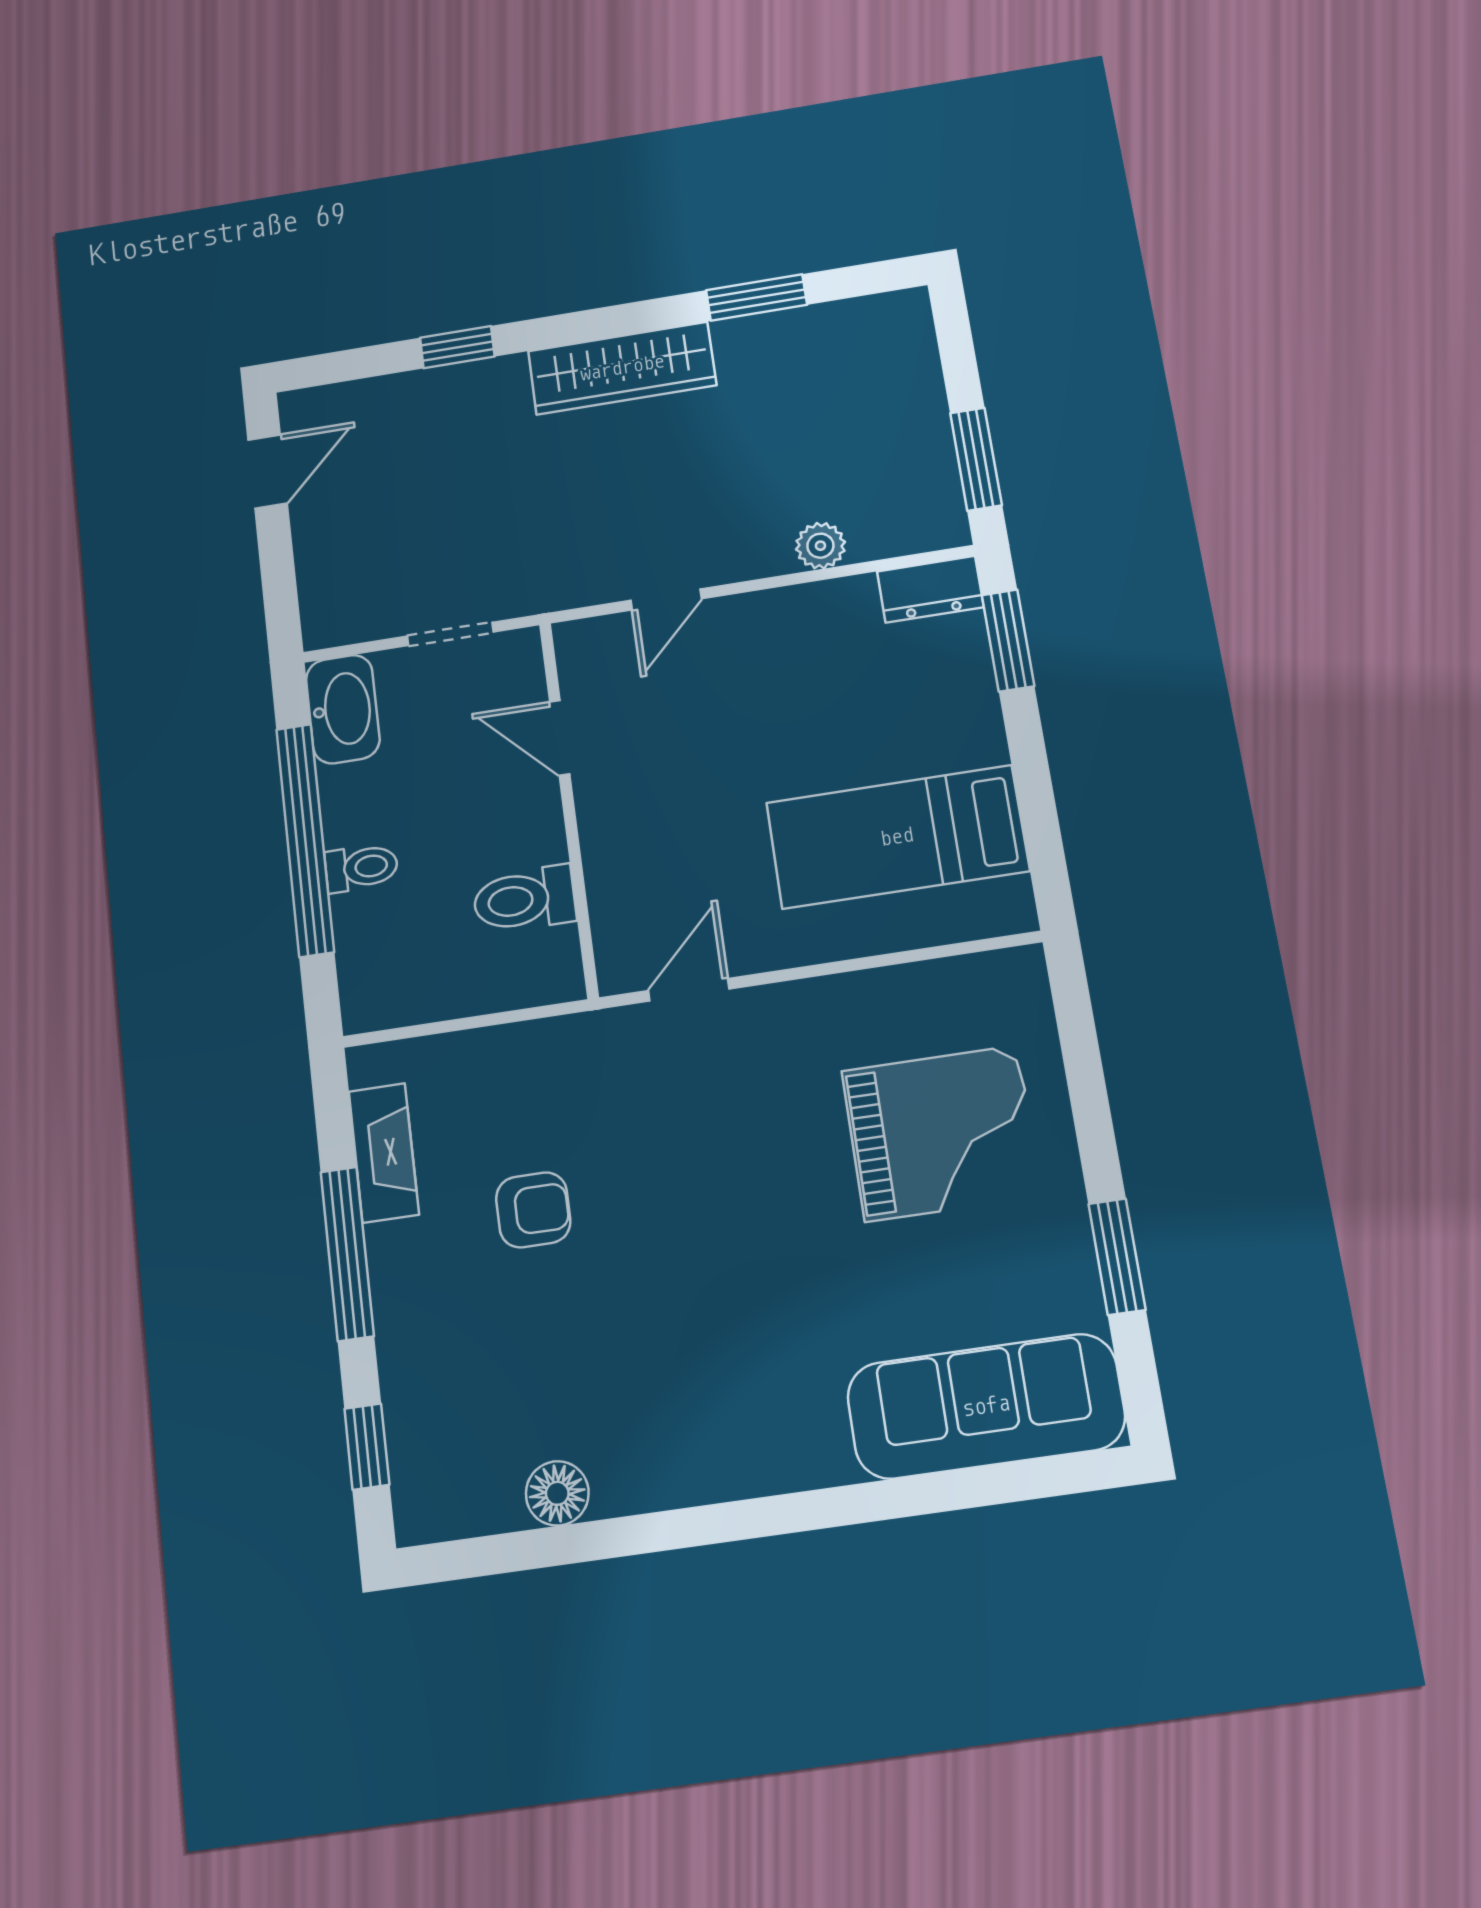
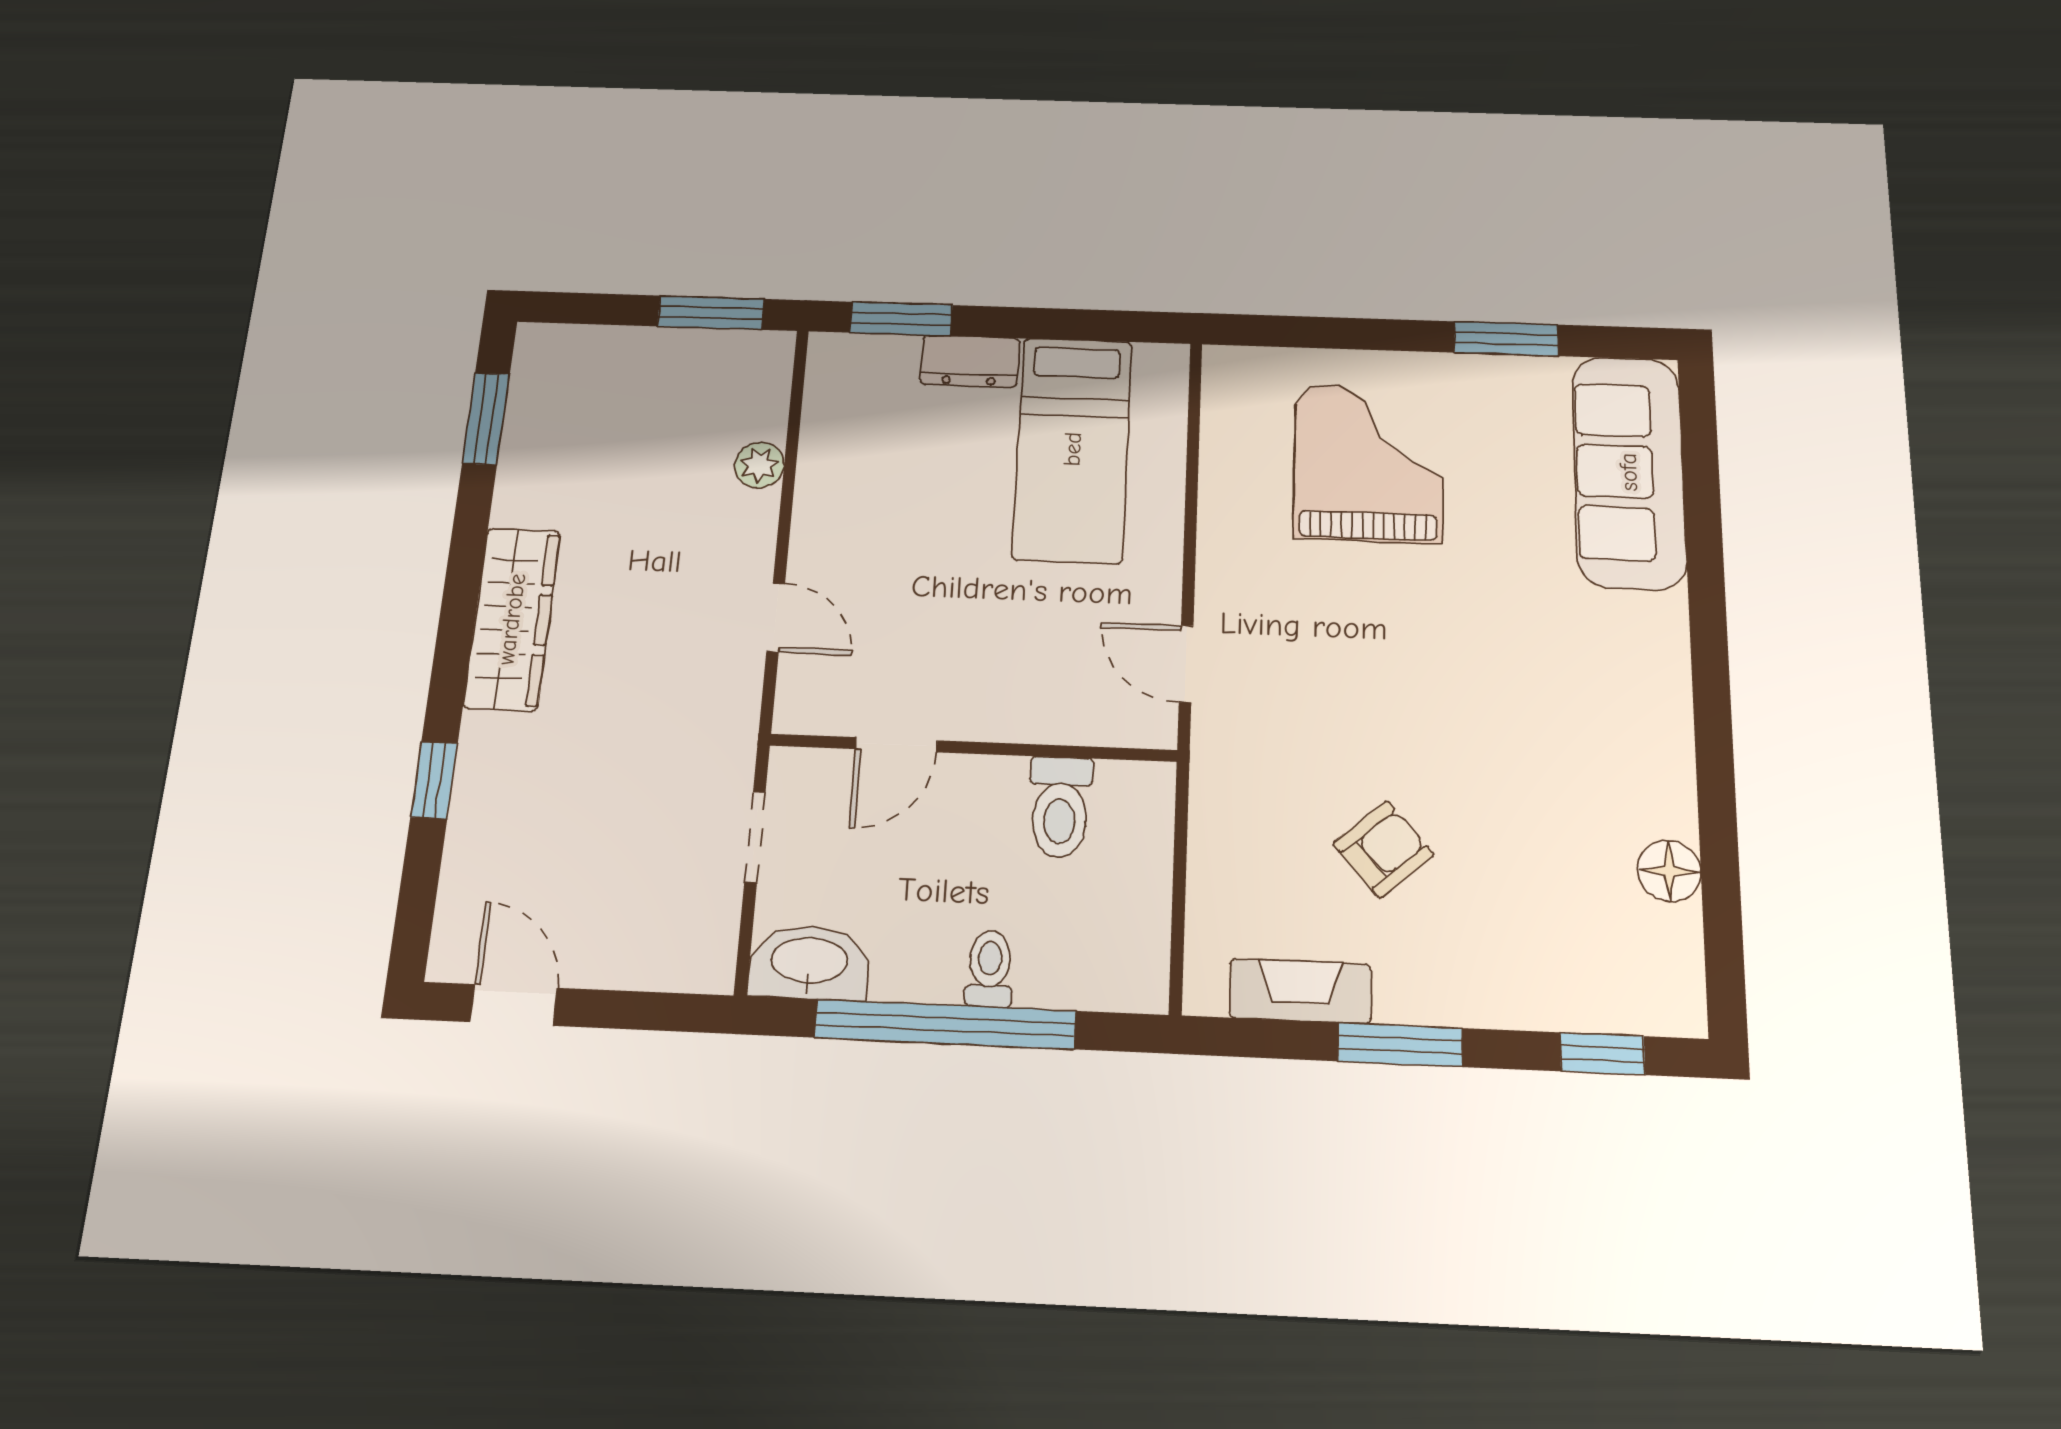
window: (757, 298) -> (486, 419), moved
dresser: (930, 589) -> (970, 361), moved, turned 90
armchair: (533, 1210) -> (1383, 849), turned 49
window: (347, 1254) -> (1400, 1045), width x0.69

